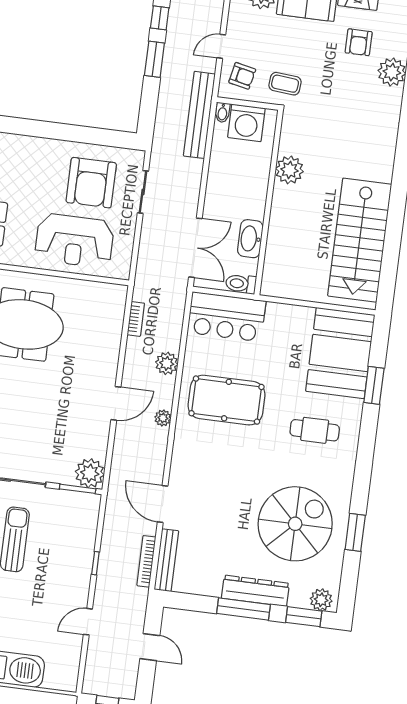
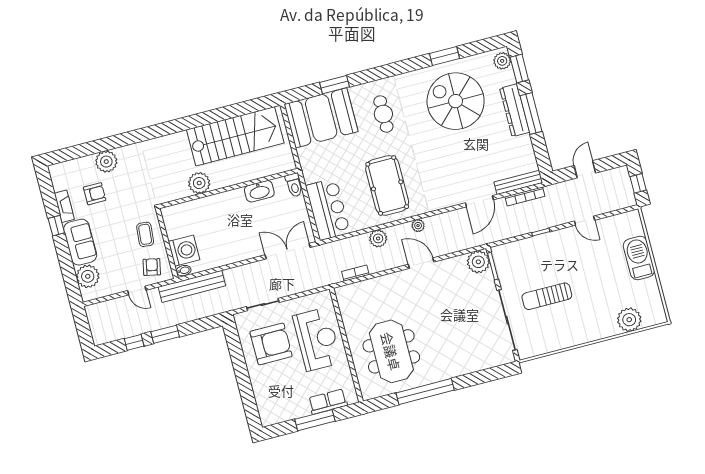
plant: (289, 170) -> (199, 183), moved
wall: (269, 203) -> (228, 188), moved
washbasin: (250, 239) -> (259, 191), moved
toilet: (241, 284) -> (294, 185), moved

